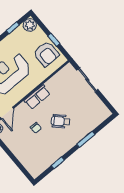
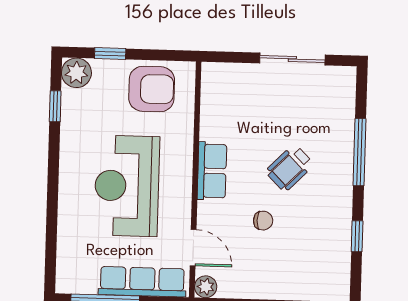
window: (54, 40) -> (110, 54), moved
sliding door: (87, 80) -> (292, 59), moved
window: (86, 139) -> (360, 152), width x1.44

